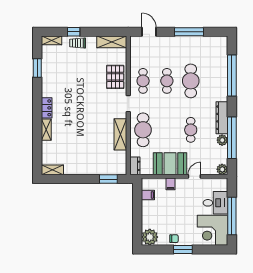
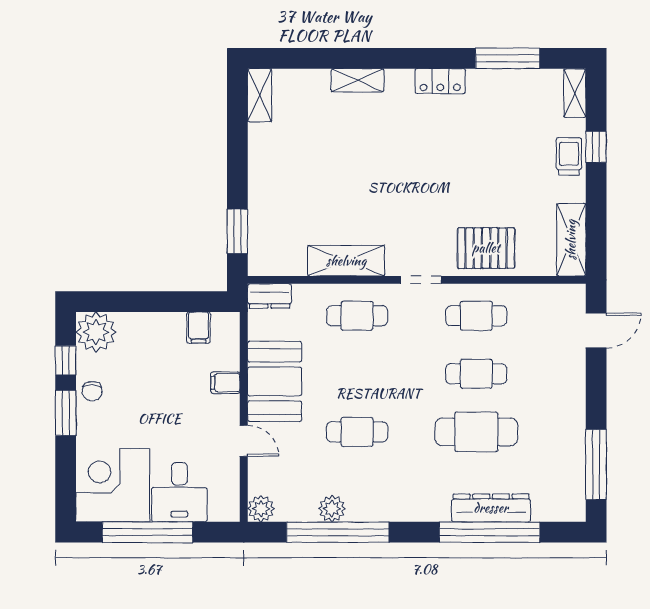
window: (189, 32) -> (596, 464), moved
window: (37, 68) -> (508, 58), width x1.44
locker: (47, 108) -> (440, 81), moved
dresser: (222, 118) -> (491, 508), moved
cafe table: (143, 130) -> (357, 316), width x0.73, depth x0.74
window: (161, 250) -> (66, 360), added

